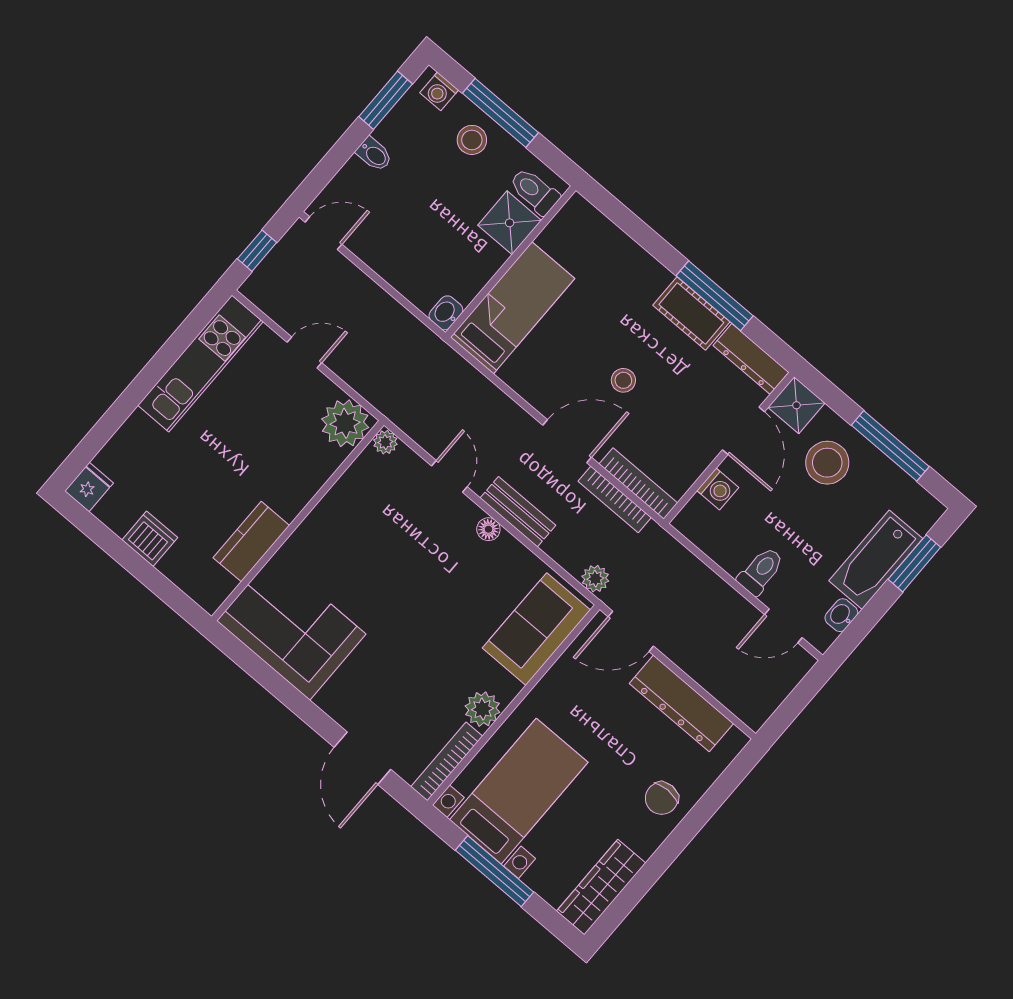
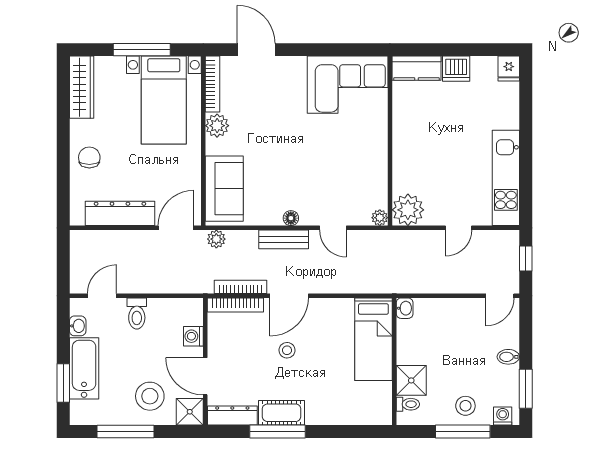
toilet: (534, 191) -> (408, 404), width x0.73, depth x0.72
kitchen counter: (251, 542) -> (417, 68), moved, turned 90

